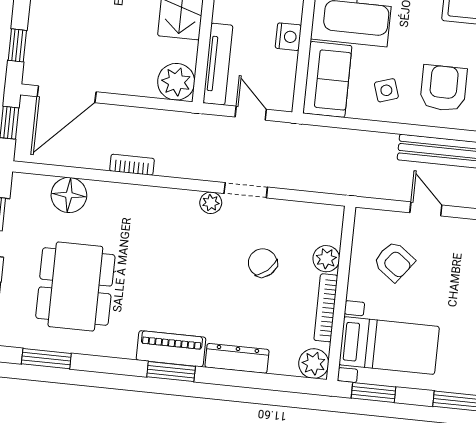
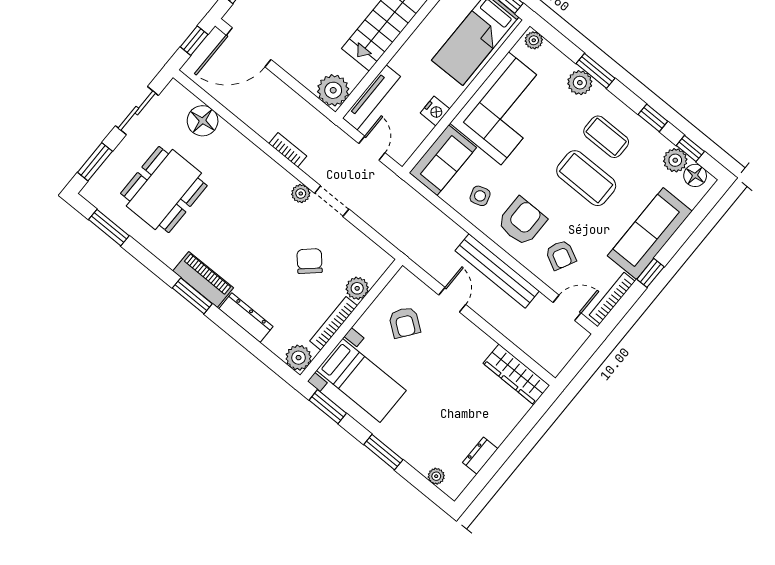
bookcase: (132, 165) -> (288, 150), moved

